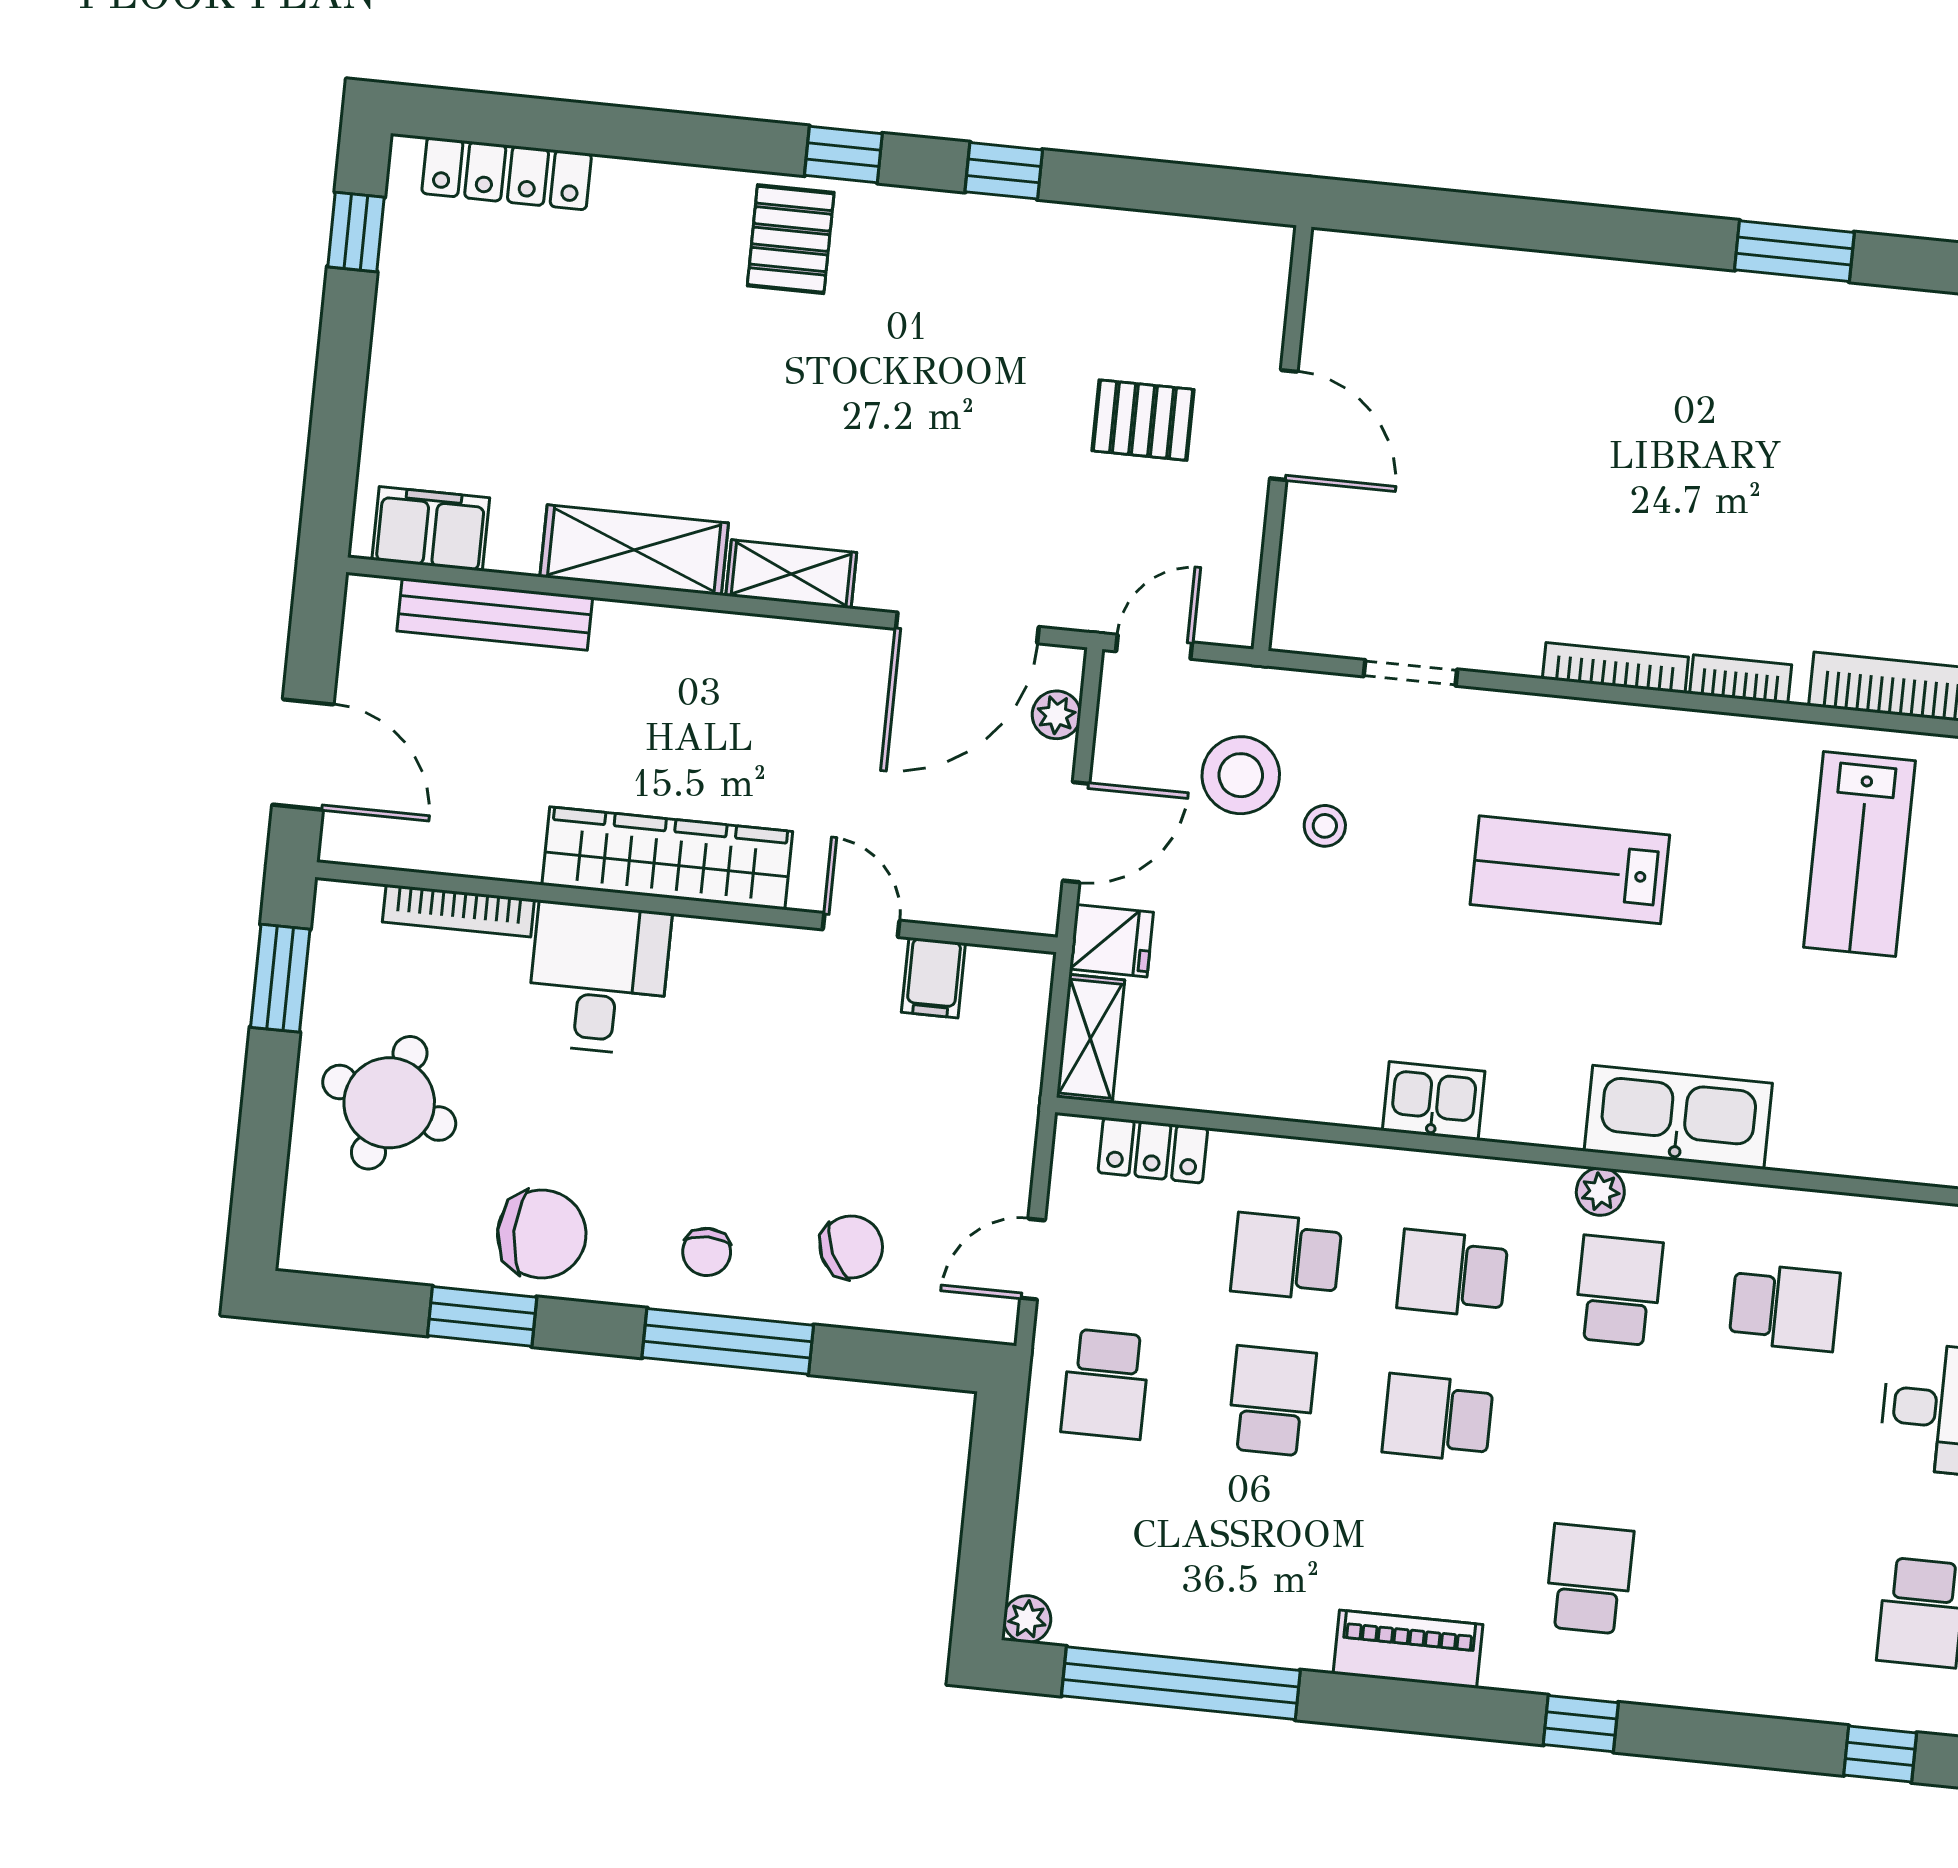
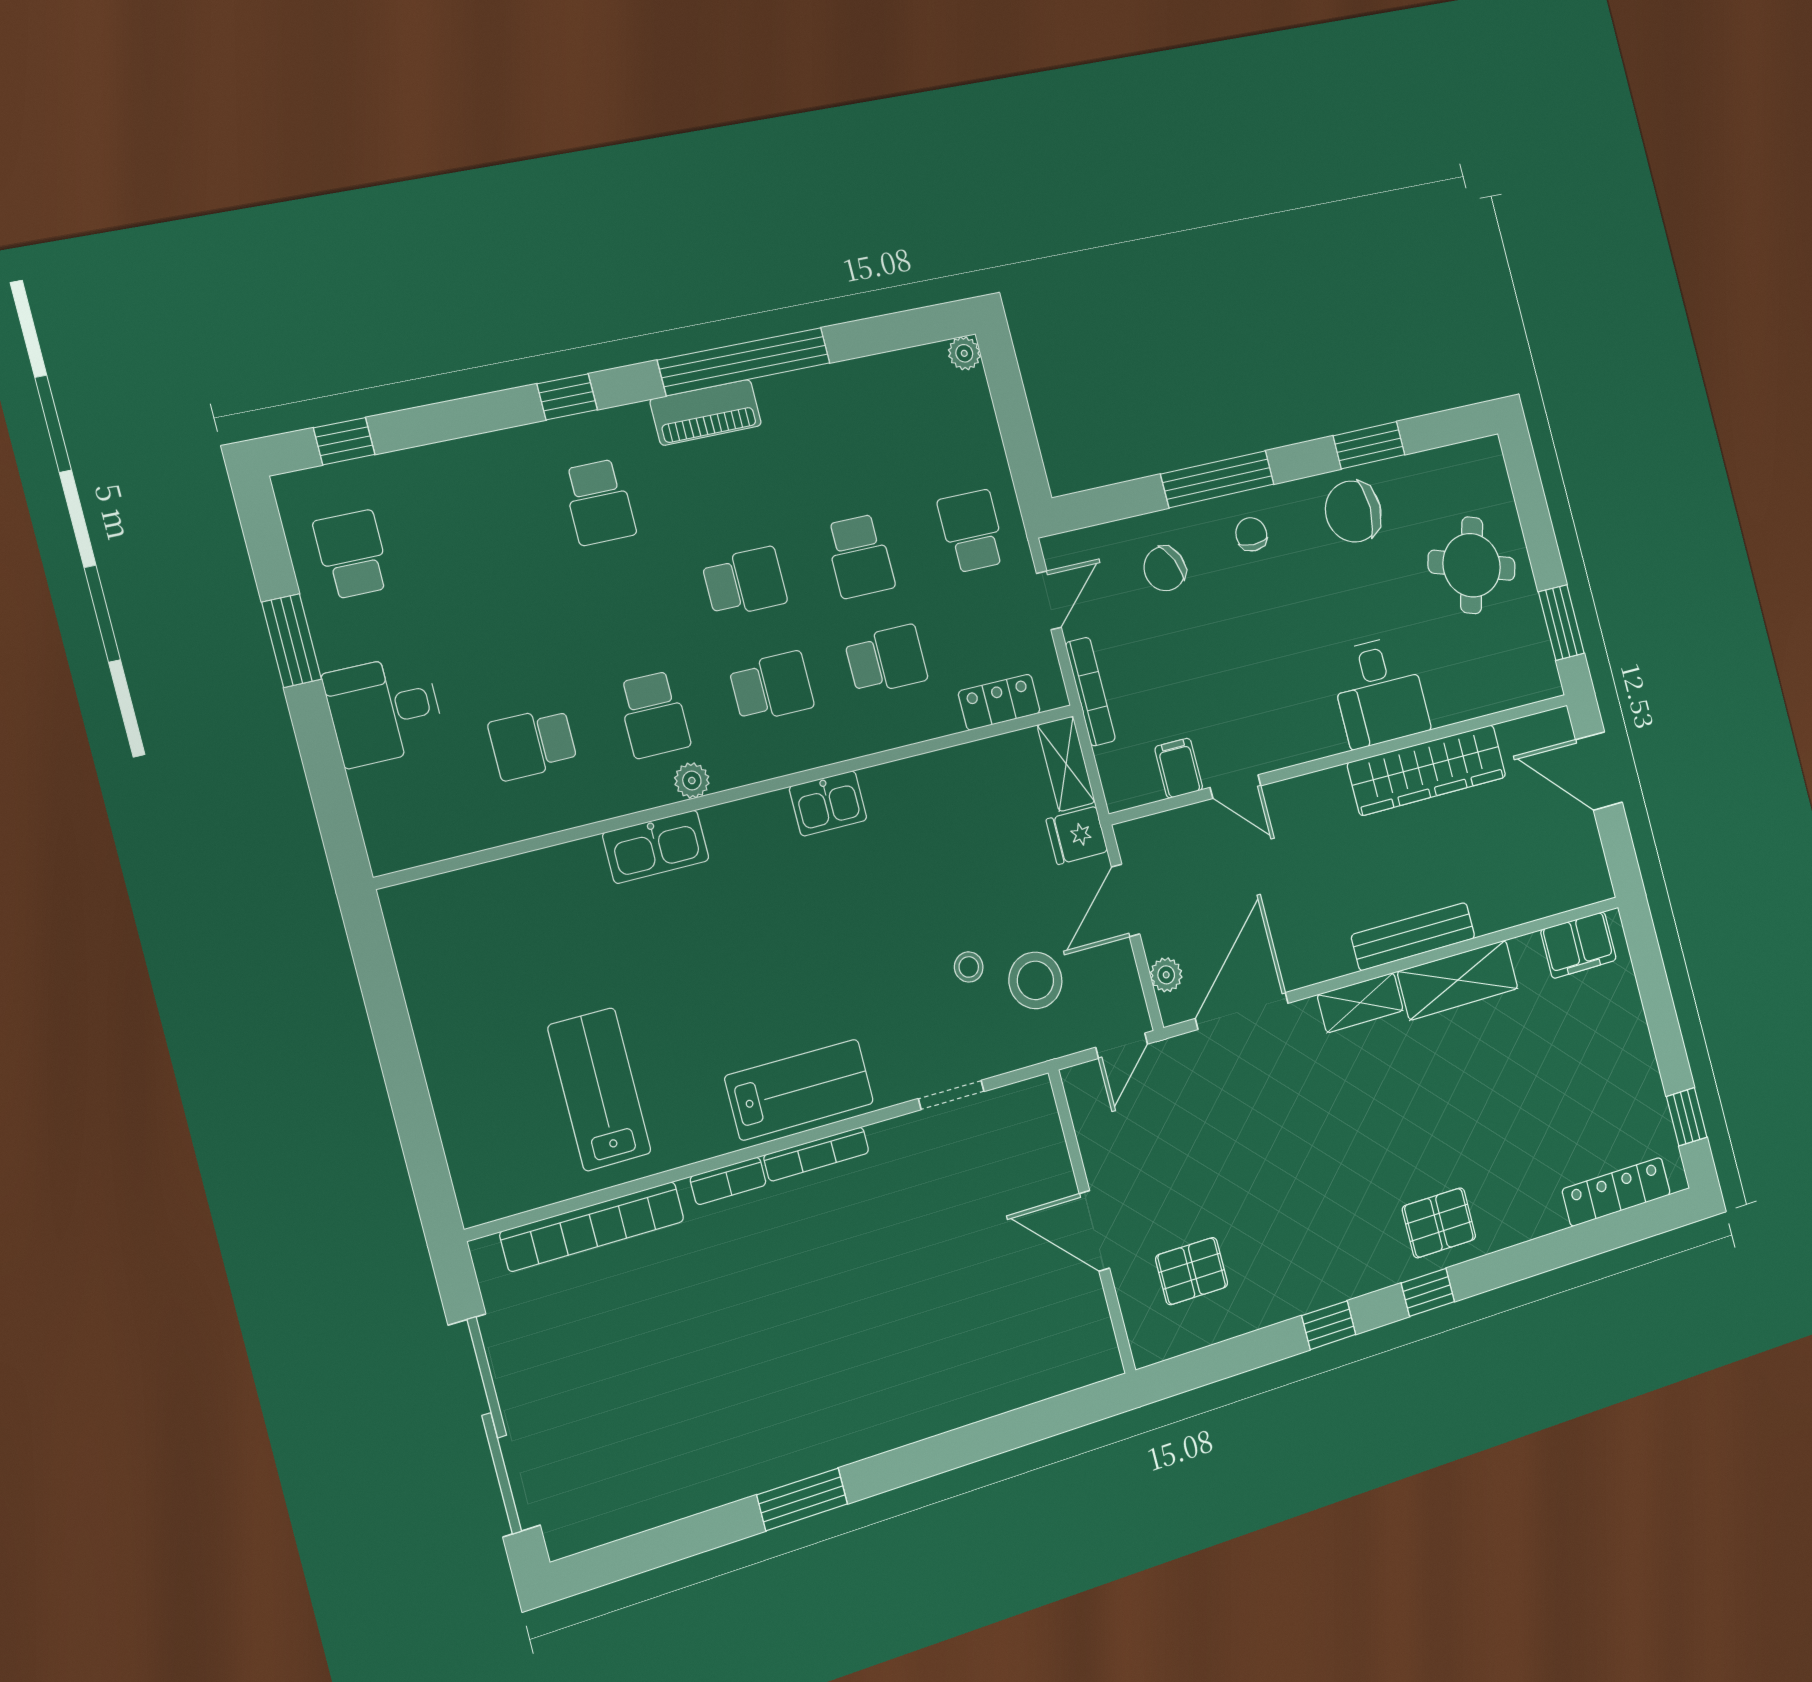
pallet: (791, 239) -> (1439, 1223), turned 90
pallet: (1143, 420) -> (1192, 1271), moved
bench: (495, 614) -> (1413, 937), moved
wardrobe: (667, 858) -> (1427, 770), moved
lab bench: (1570, 870) -> (799, 1090), moved
bookcase: (458, 911) -> (1090, 692), moved, turned 90
kitchen sink: (1678, 1117) -> (656, 847), width x0.73, depth x0.81
window: (1181, 1683) -> (744, 362), moved

